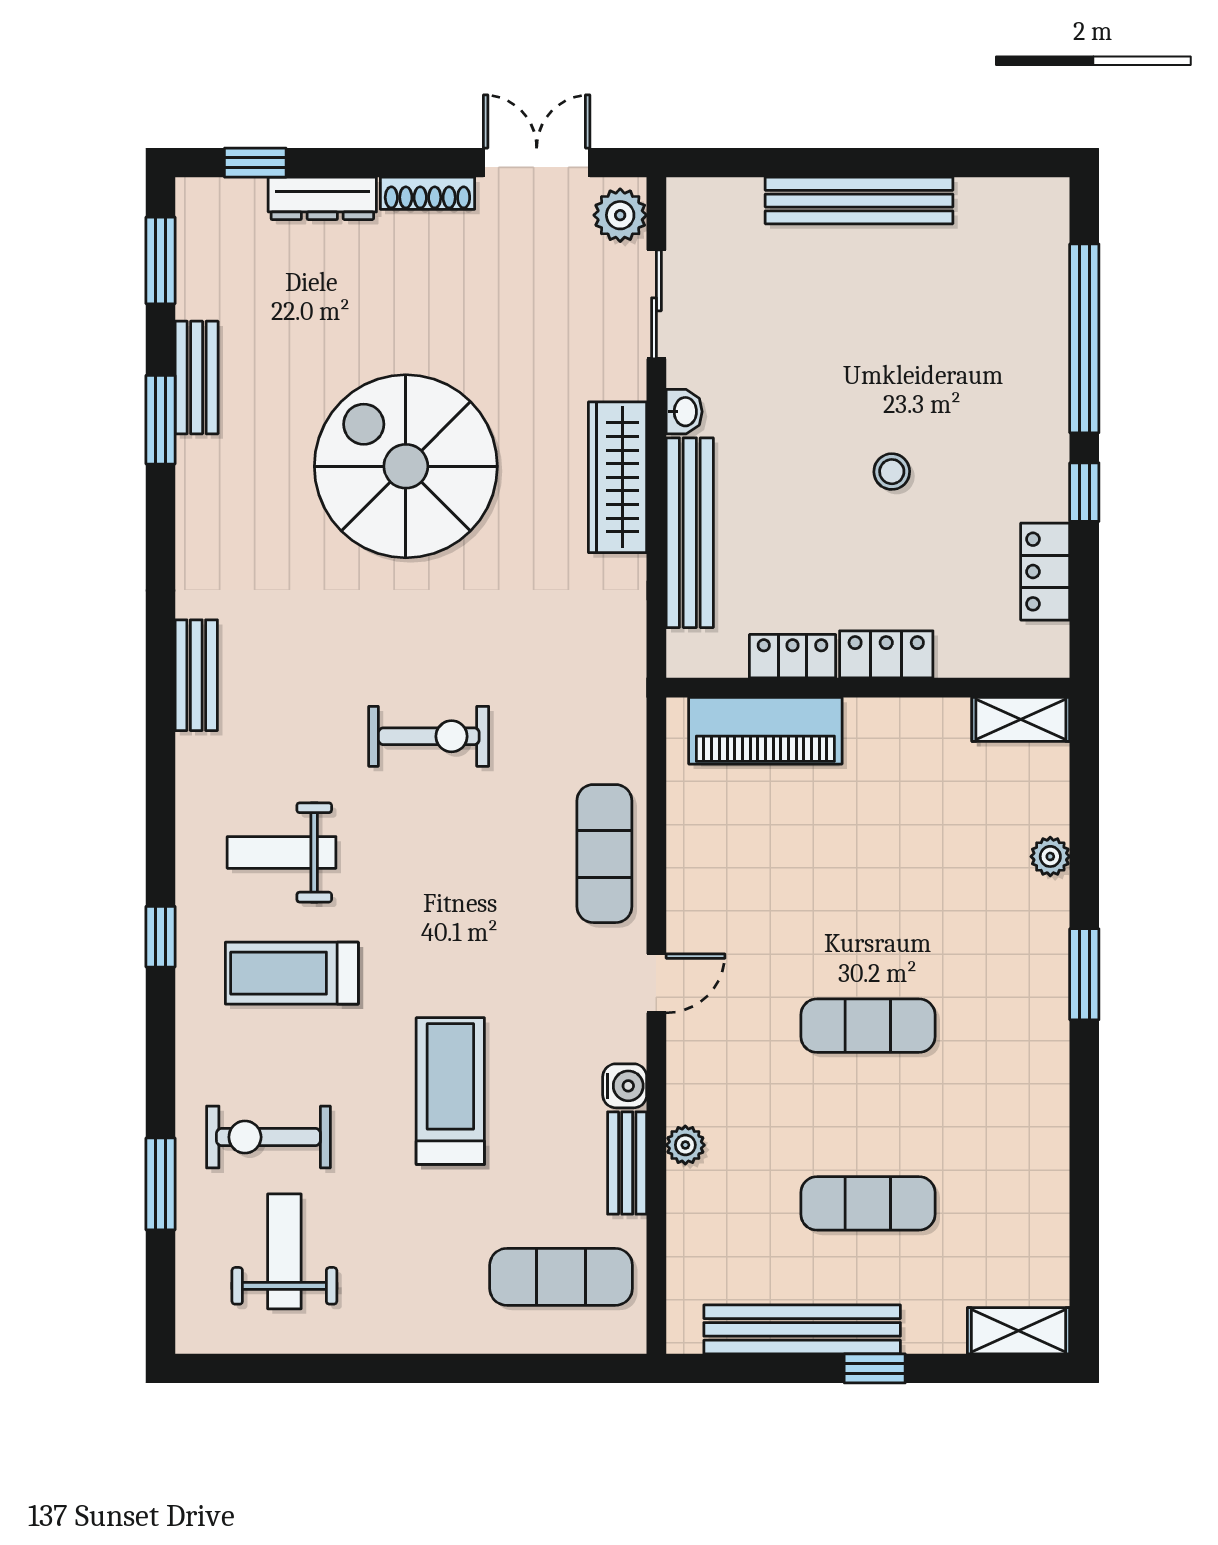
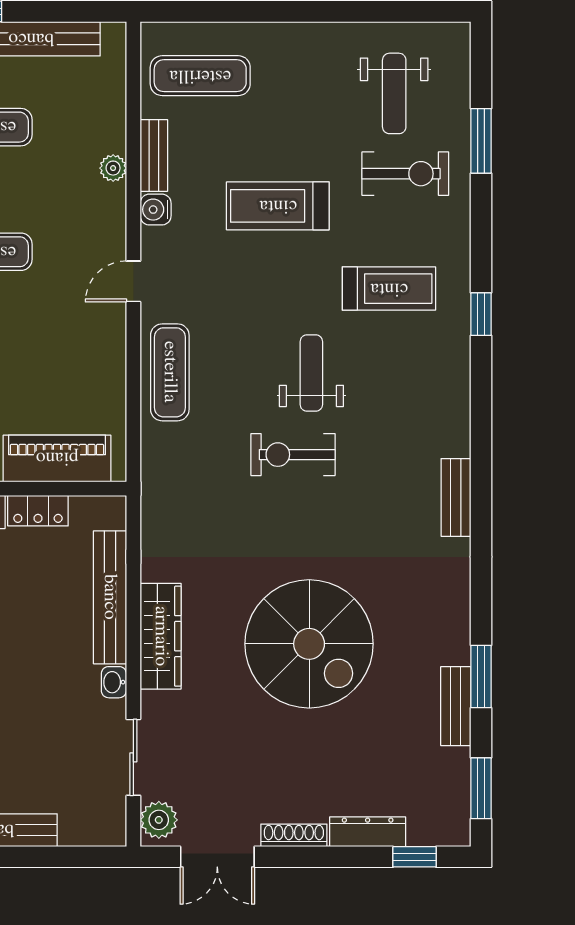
weight bench: (282, 852) -> (311, 373), moved, turned -90
treadmill: (450, 1091) -> (278, 206), turned 90

